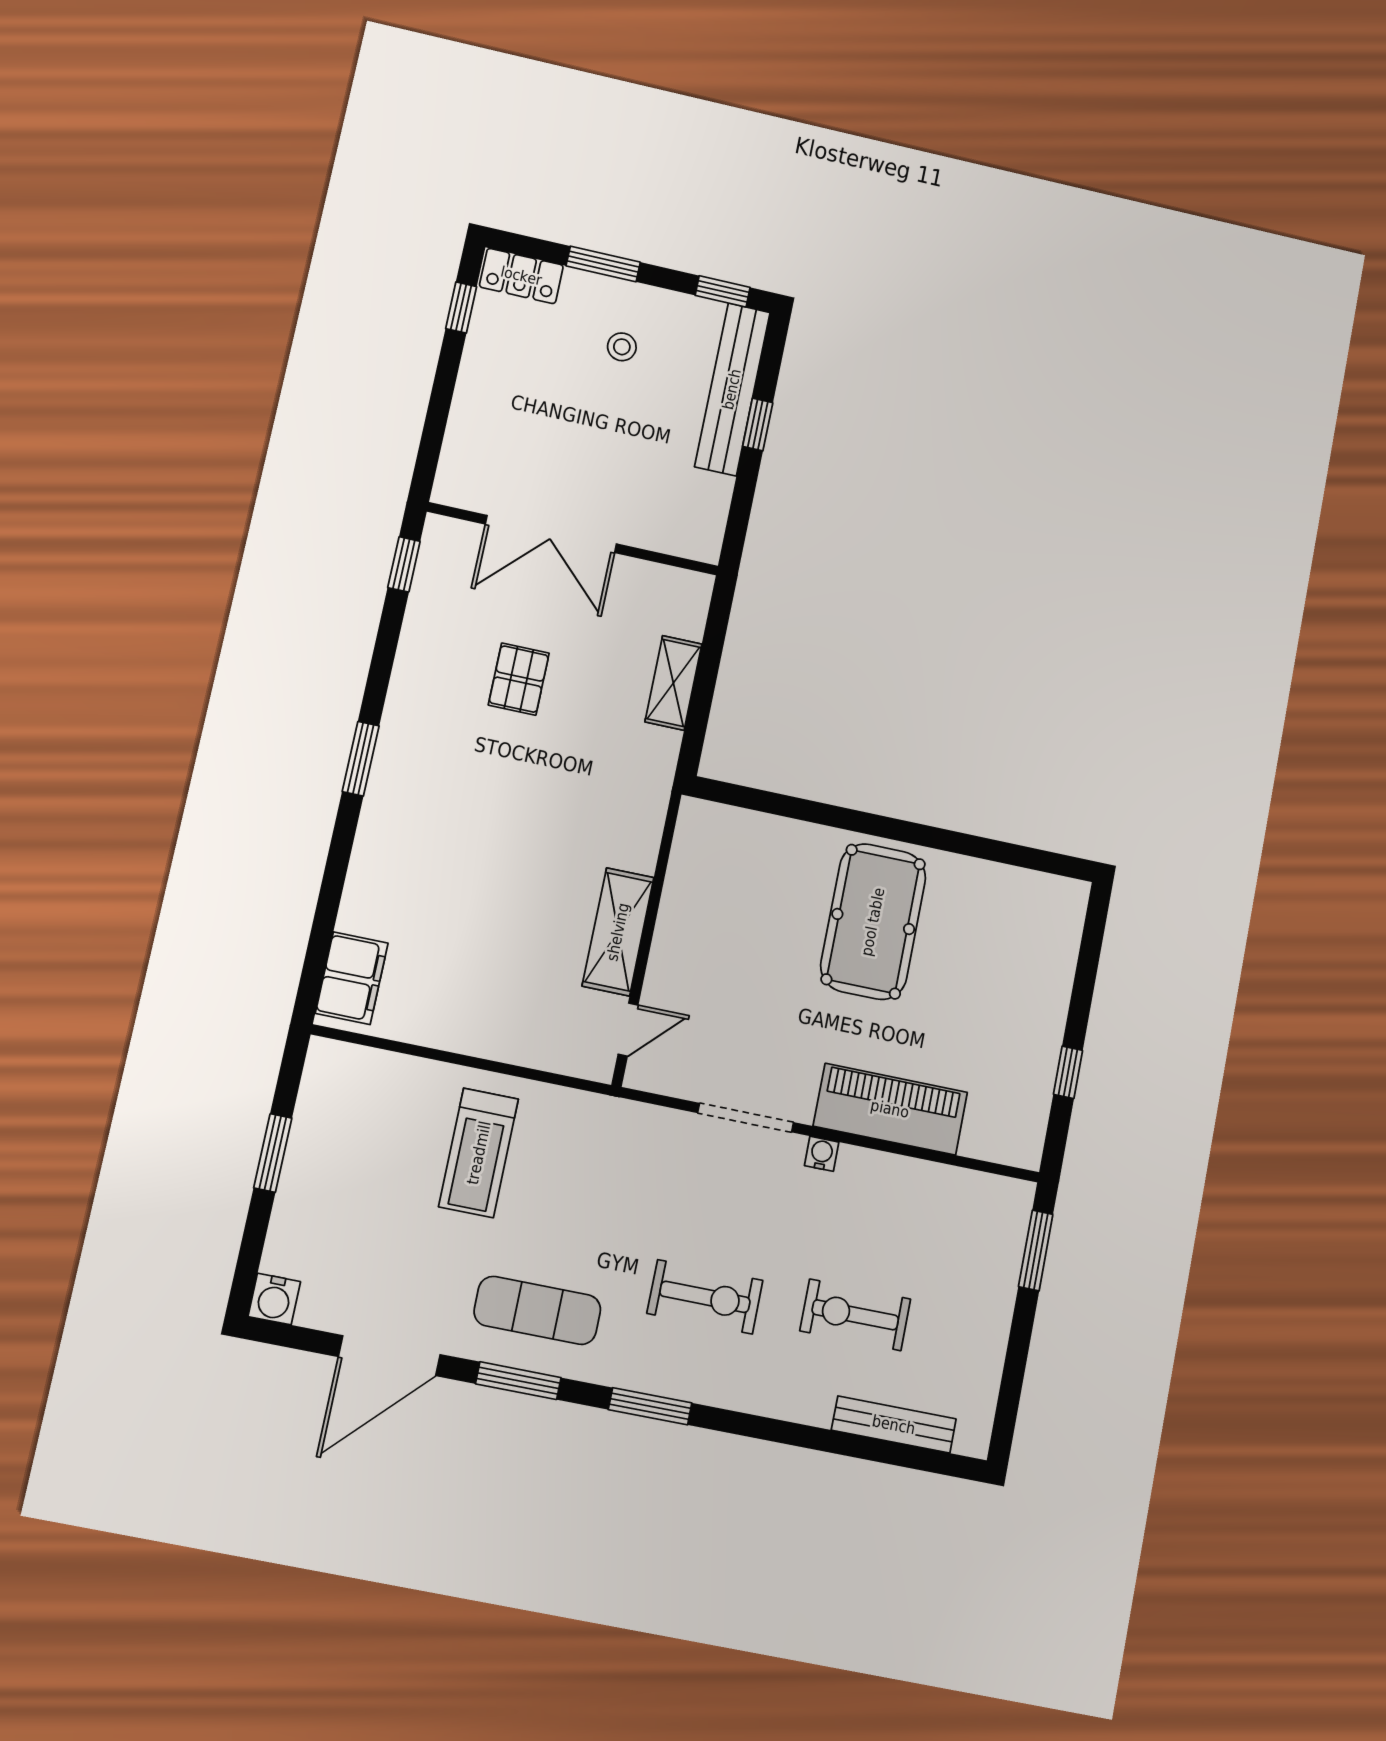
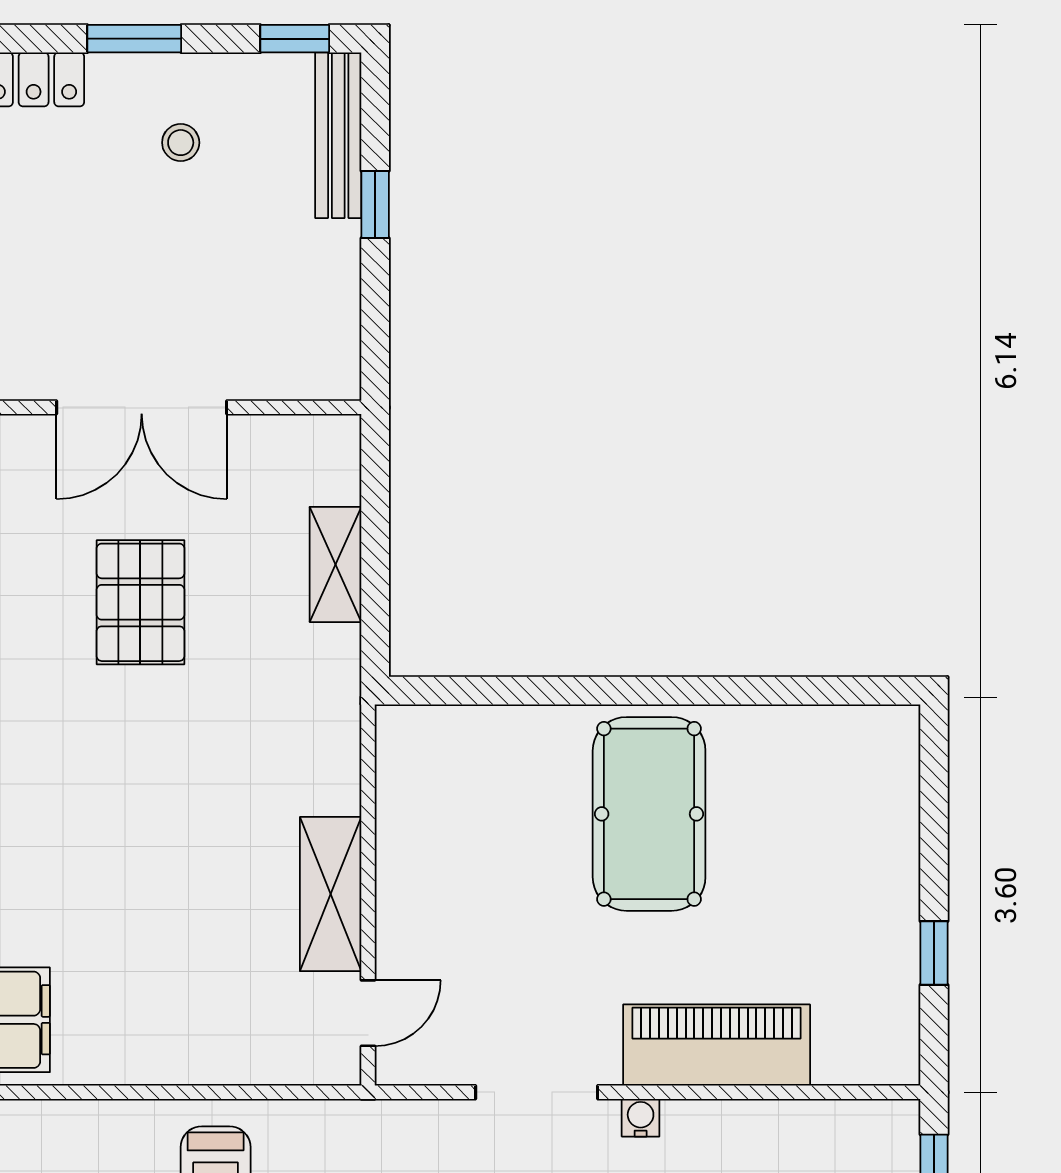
bench: (732, 389) -> (338, 135), width x0.73, depth x0.82
pallet: (519, 679) -> (140, 602), width x1.50, depth x1.42

